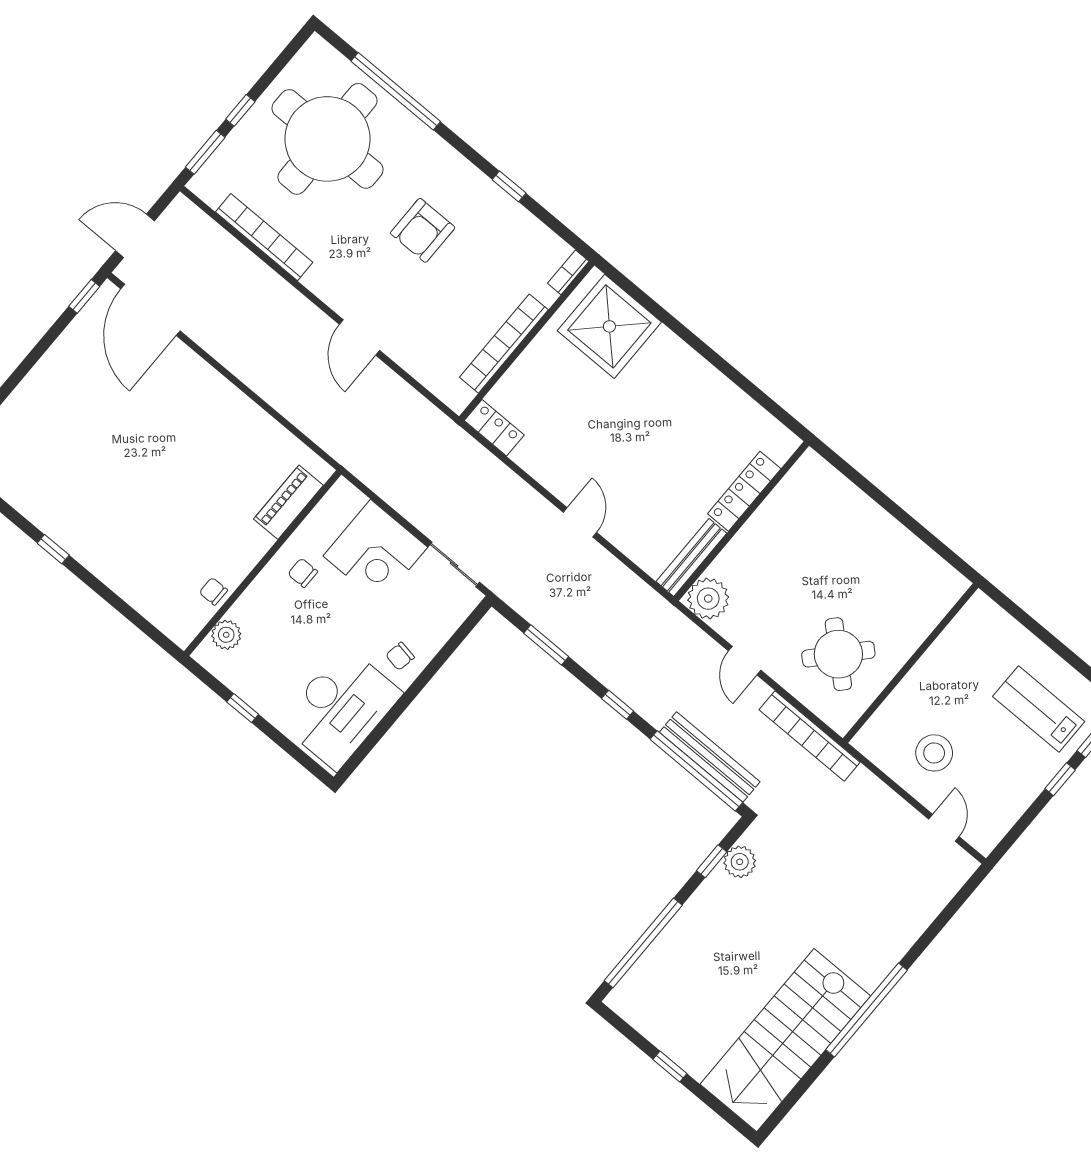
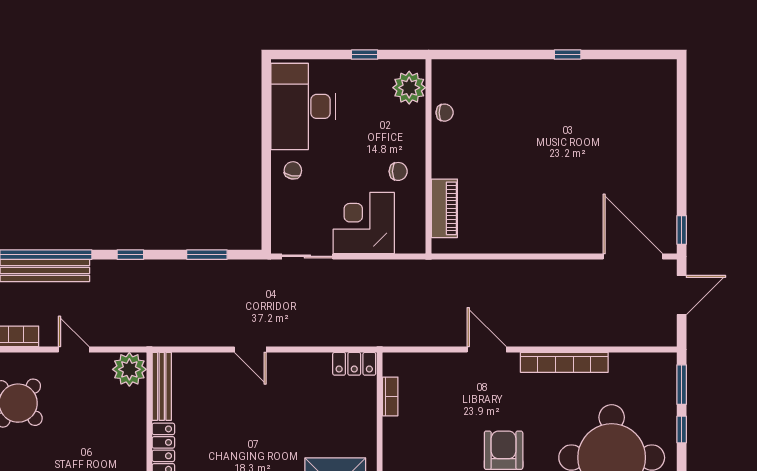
bookcase: (264, 237) -> (564, 362), moved
bookcase: (504, 344) -> (390, 396), width x0.43, depth x0.76
plant: (226, 635) -> (409, 88), width x1.36, depth x1.36

